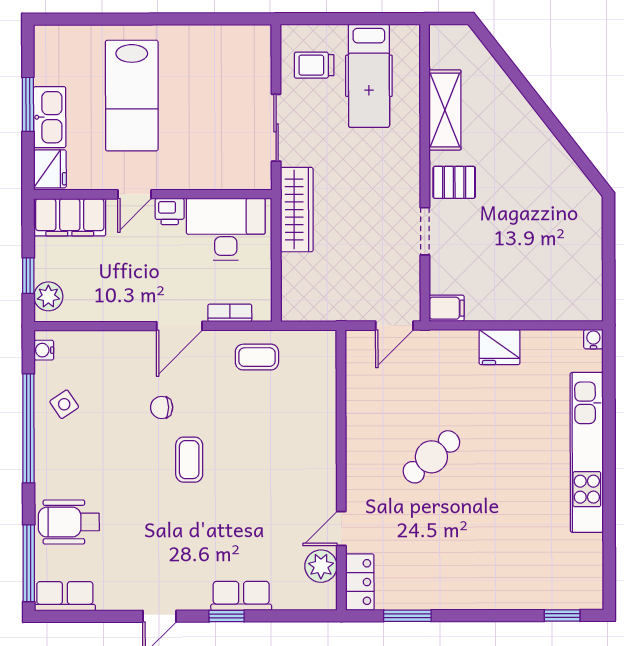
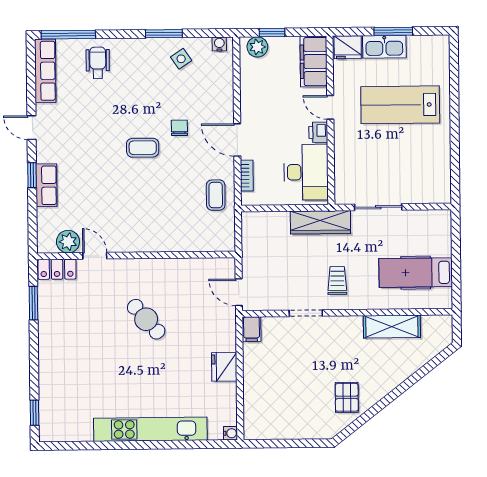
trolley: (314, 65) -> (337, 281), moved
pallet: (454, 182) -> (347, 397), moved
window: (28, 428) -> (164, 34), width x0.47
wheelchair: (69, 522) -> (98, 63), width x0.73, depth x0.73
row of seats: (65, 596) -> (45, 71), width x1.48

